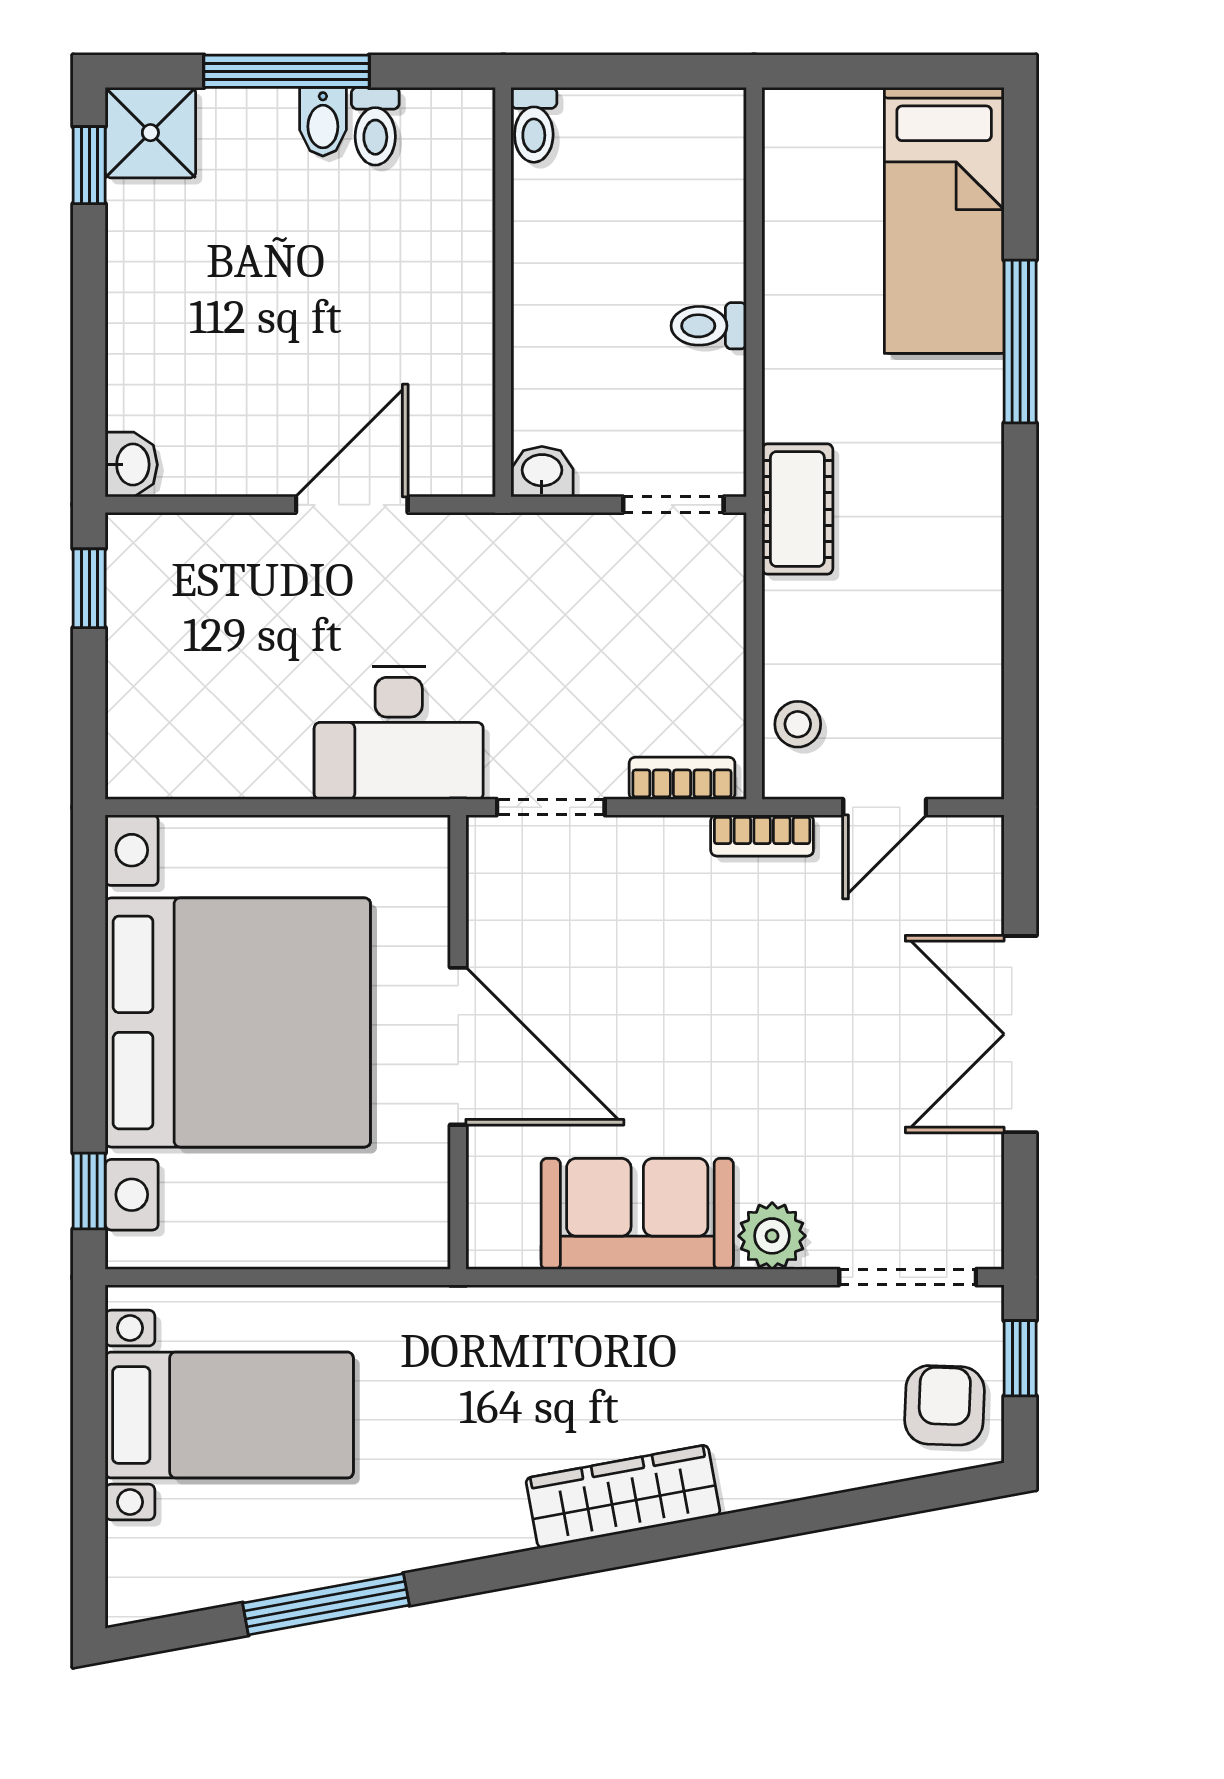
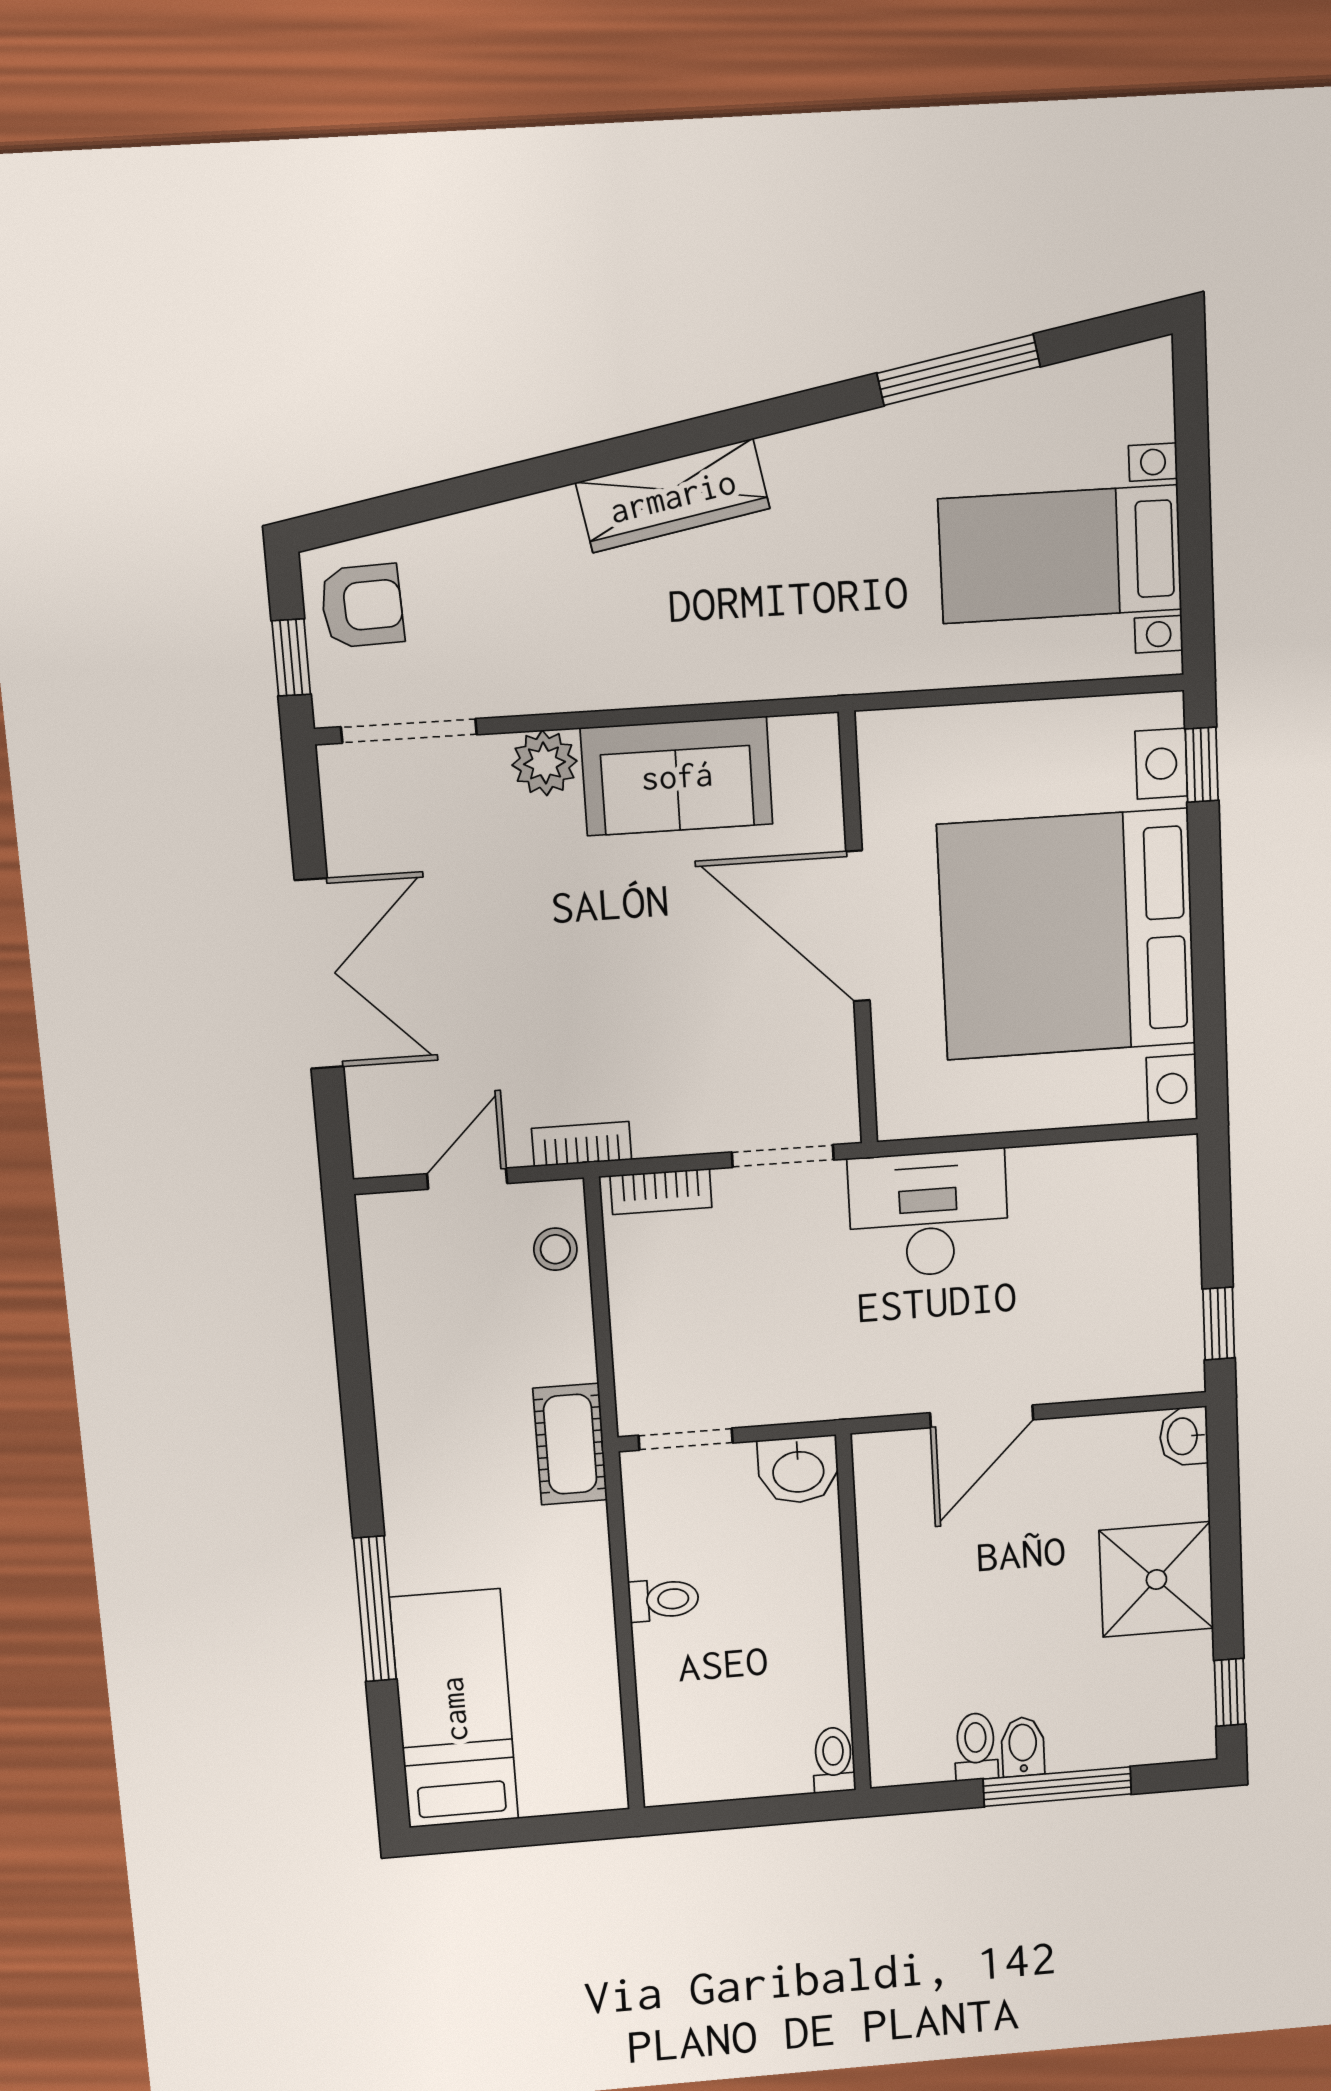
shower: (150, 133) -> (1156, 1579), moved, width x1.36, depth x1.36
washbasin: (542, 472) -> (798, 1470), width x1.38, depth x1.45
armchair: (944, 1405) -> (362, 606), turned -94

